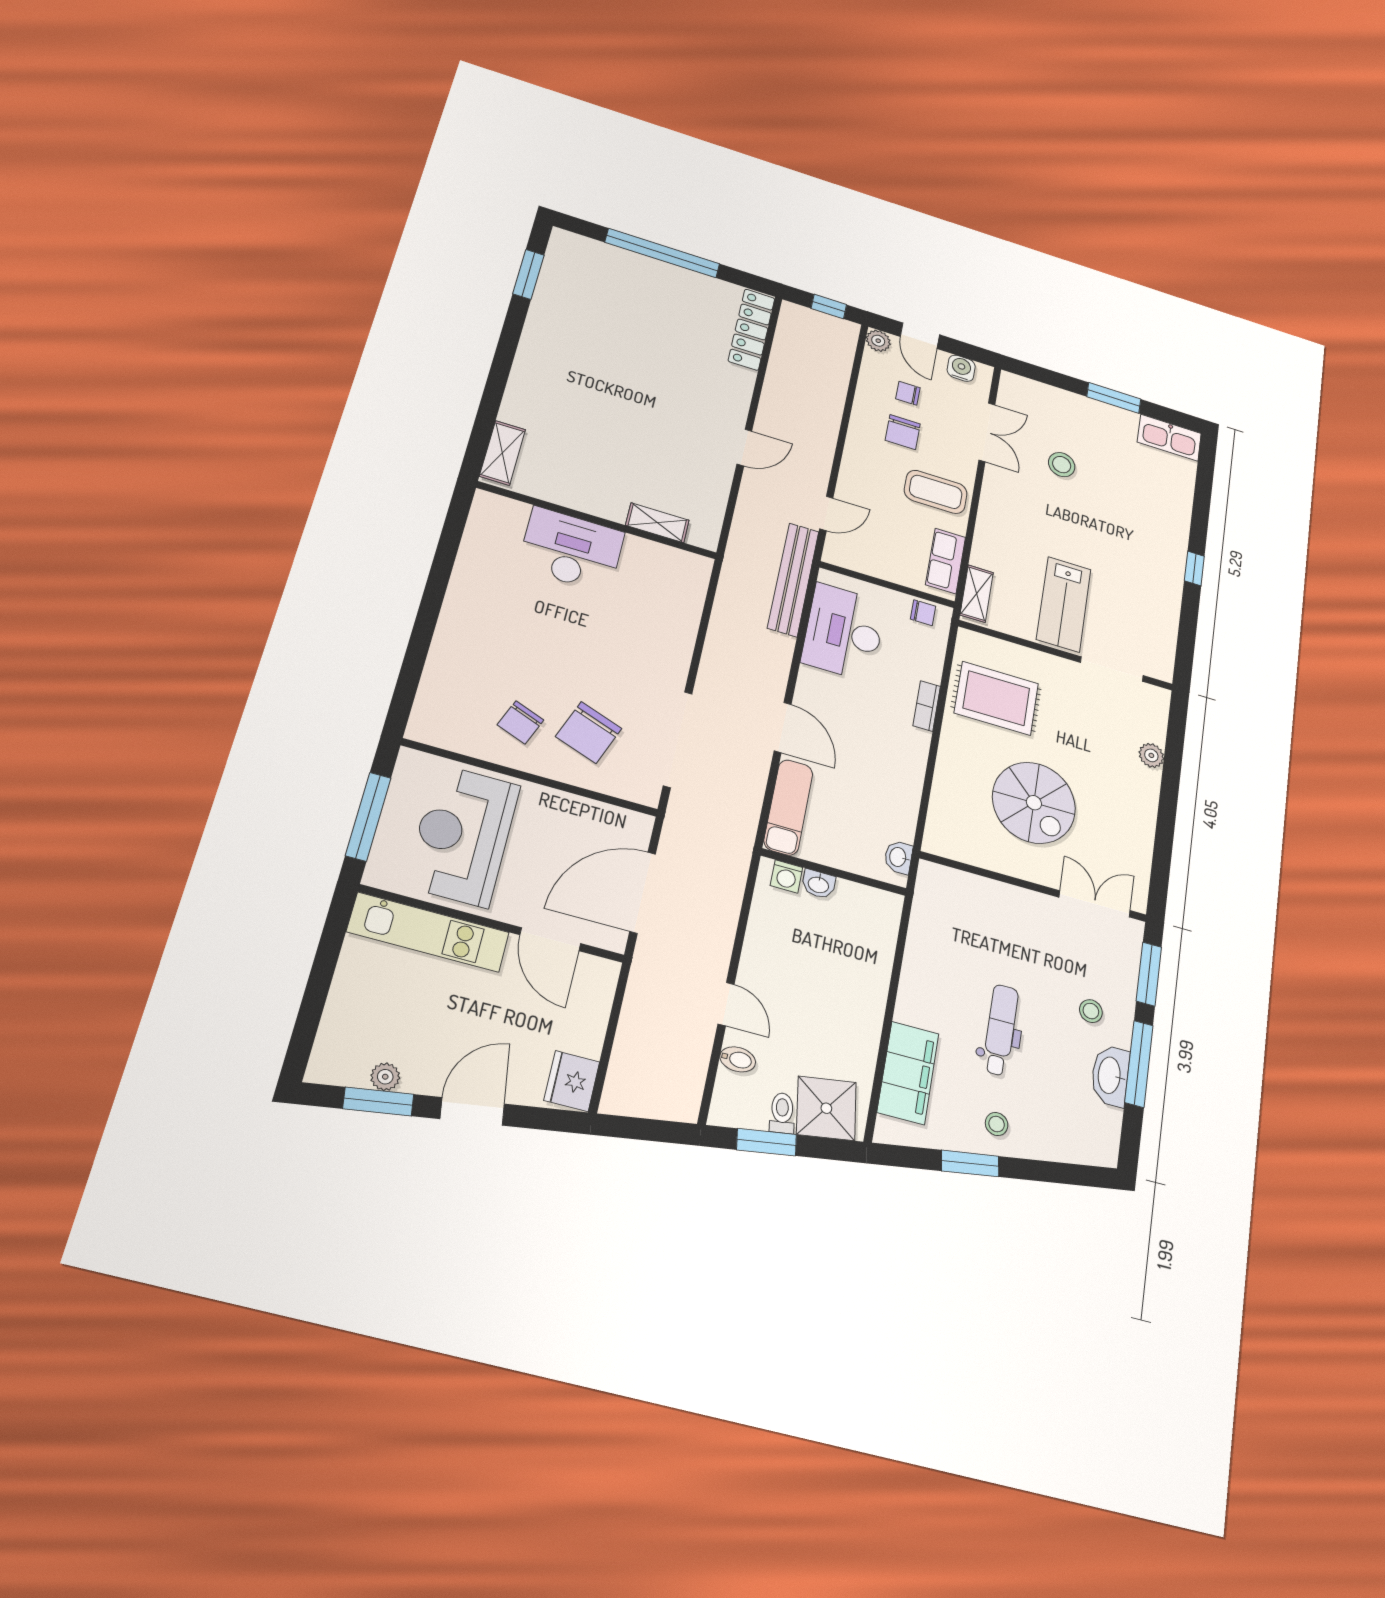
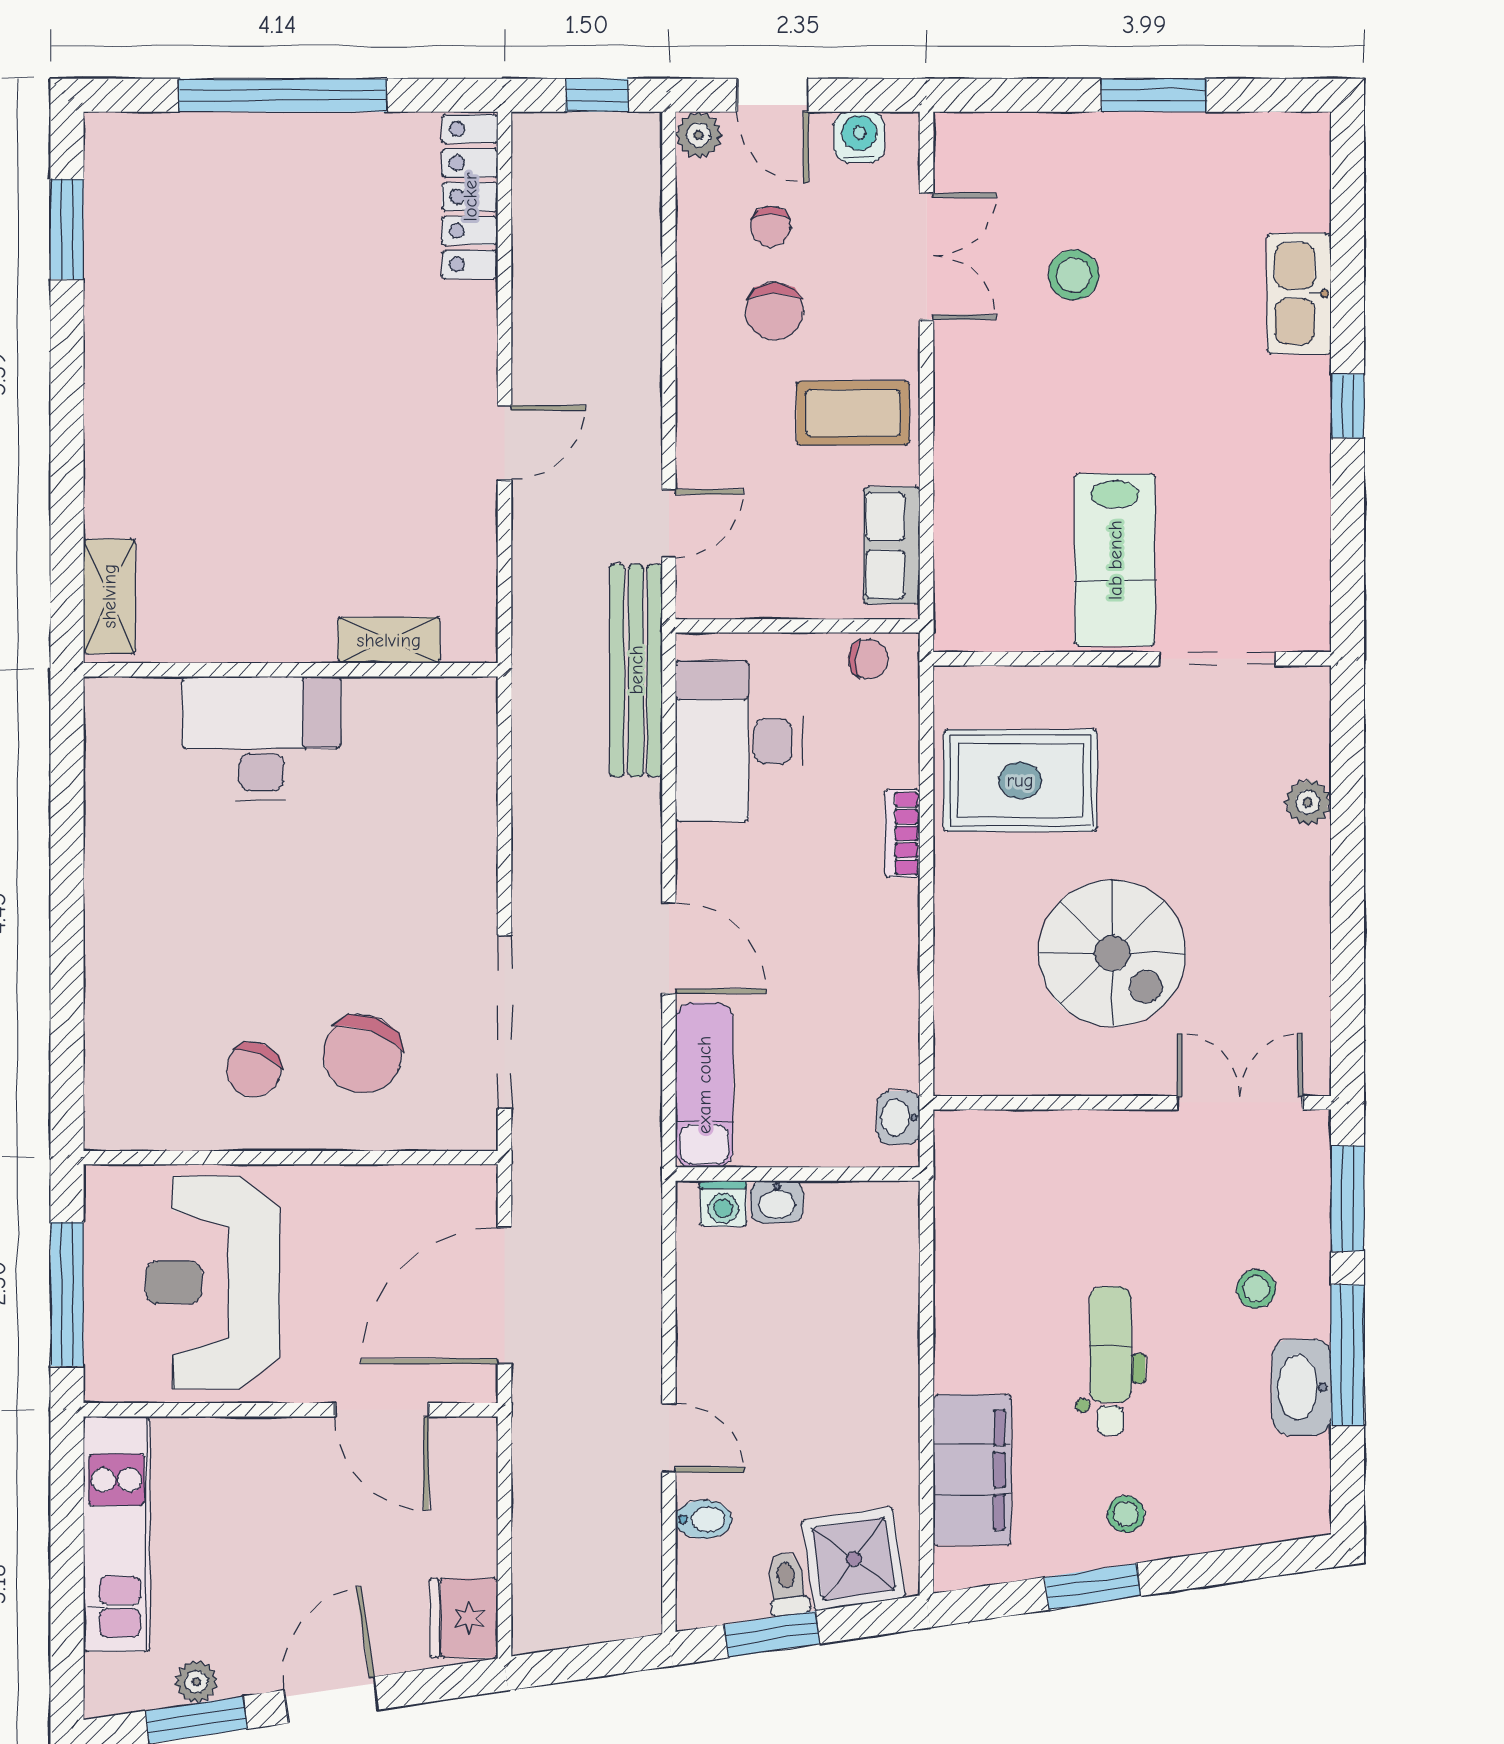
chair: (908, 393) -> (771, 227), turned -90
kitchen sink: (1169, 438) -> (1299, 294), moved, turned 90
shelving: (977, 594) -> (956, 591), removed
kitchen unit: (428, 932) -> (117, 1534), moved, turned -90

